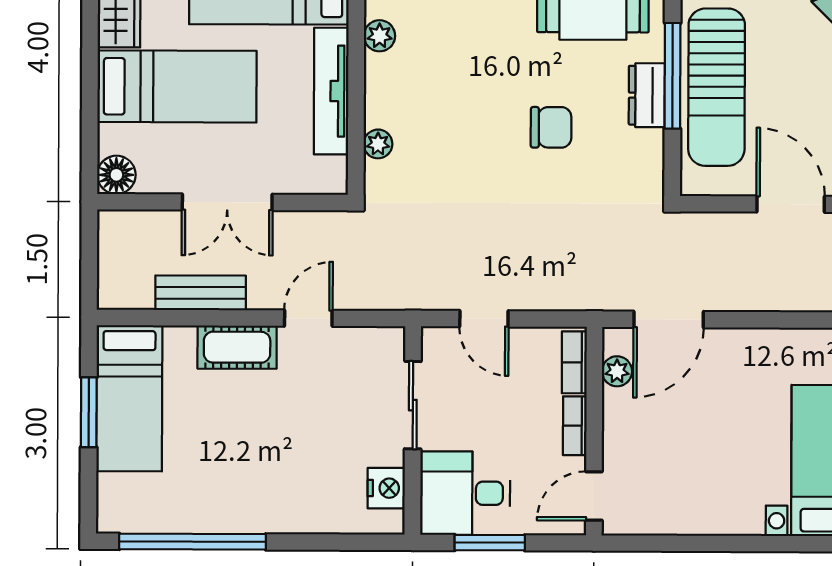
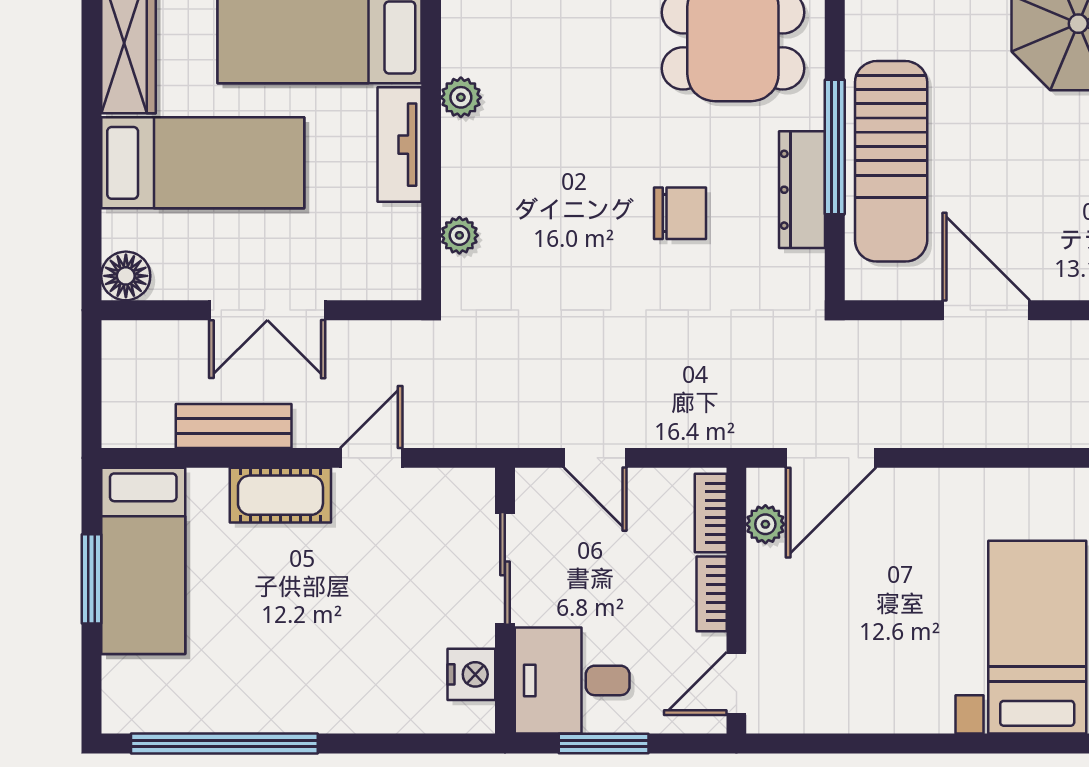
tv unit: (331, 91) -> (399, 145), width x0.71
dresser: (647, 95) -> (802, 190), width x1.44

